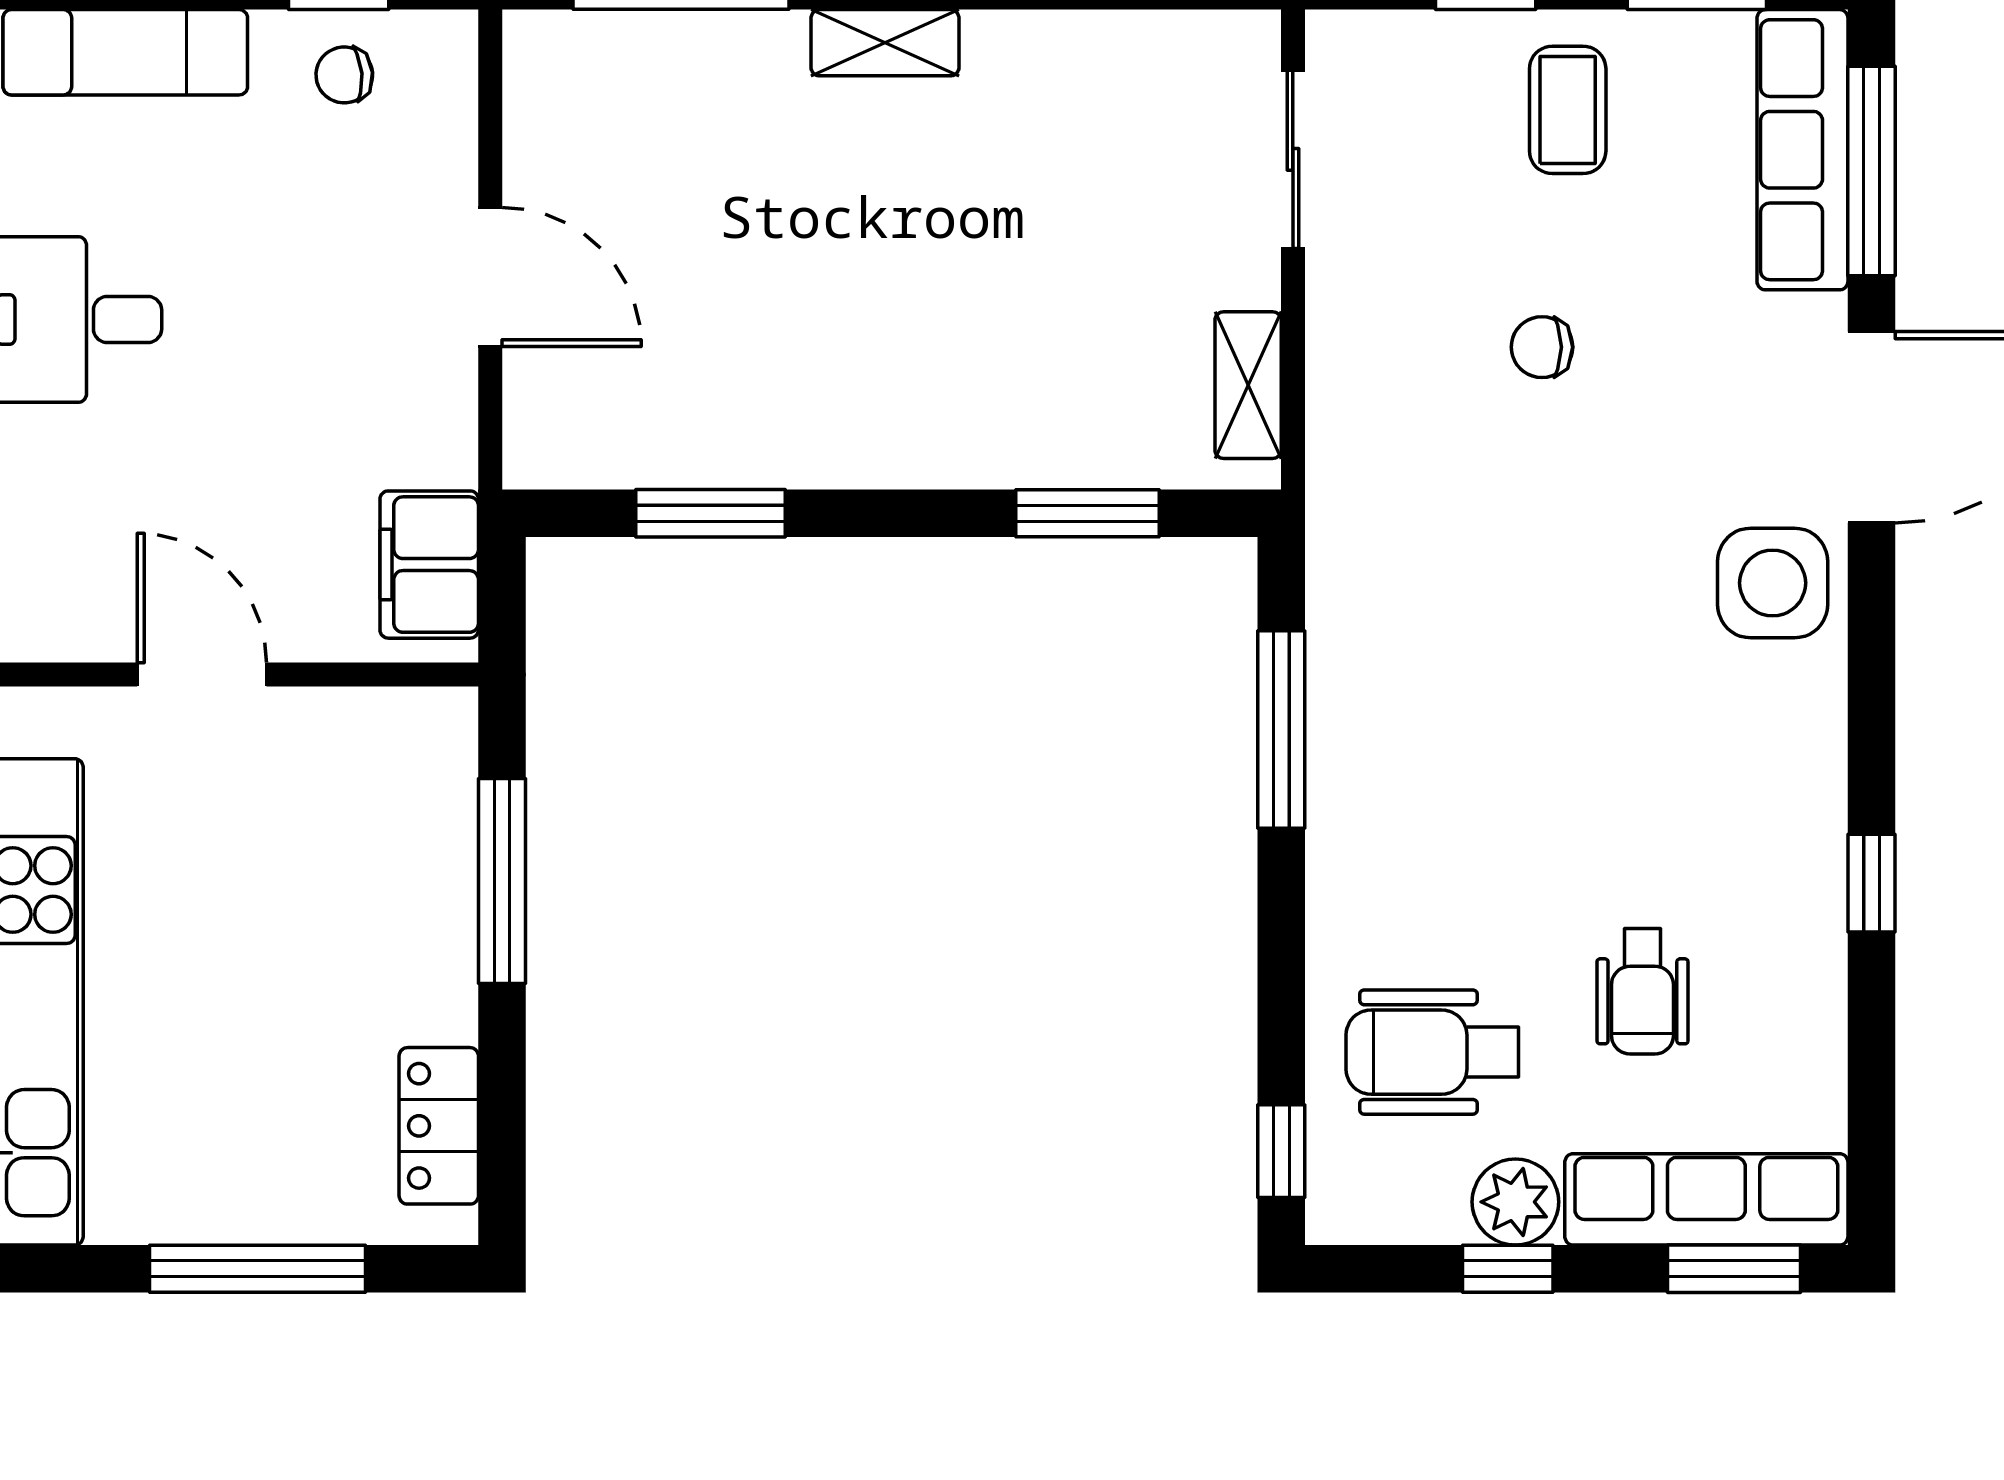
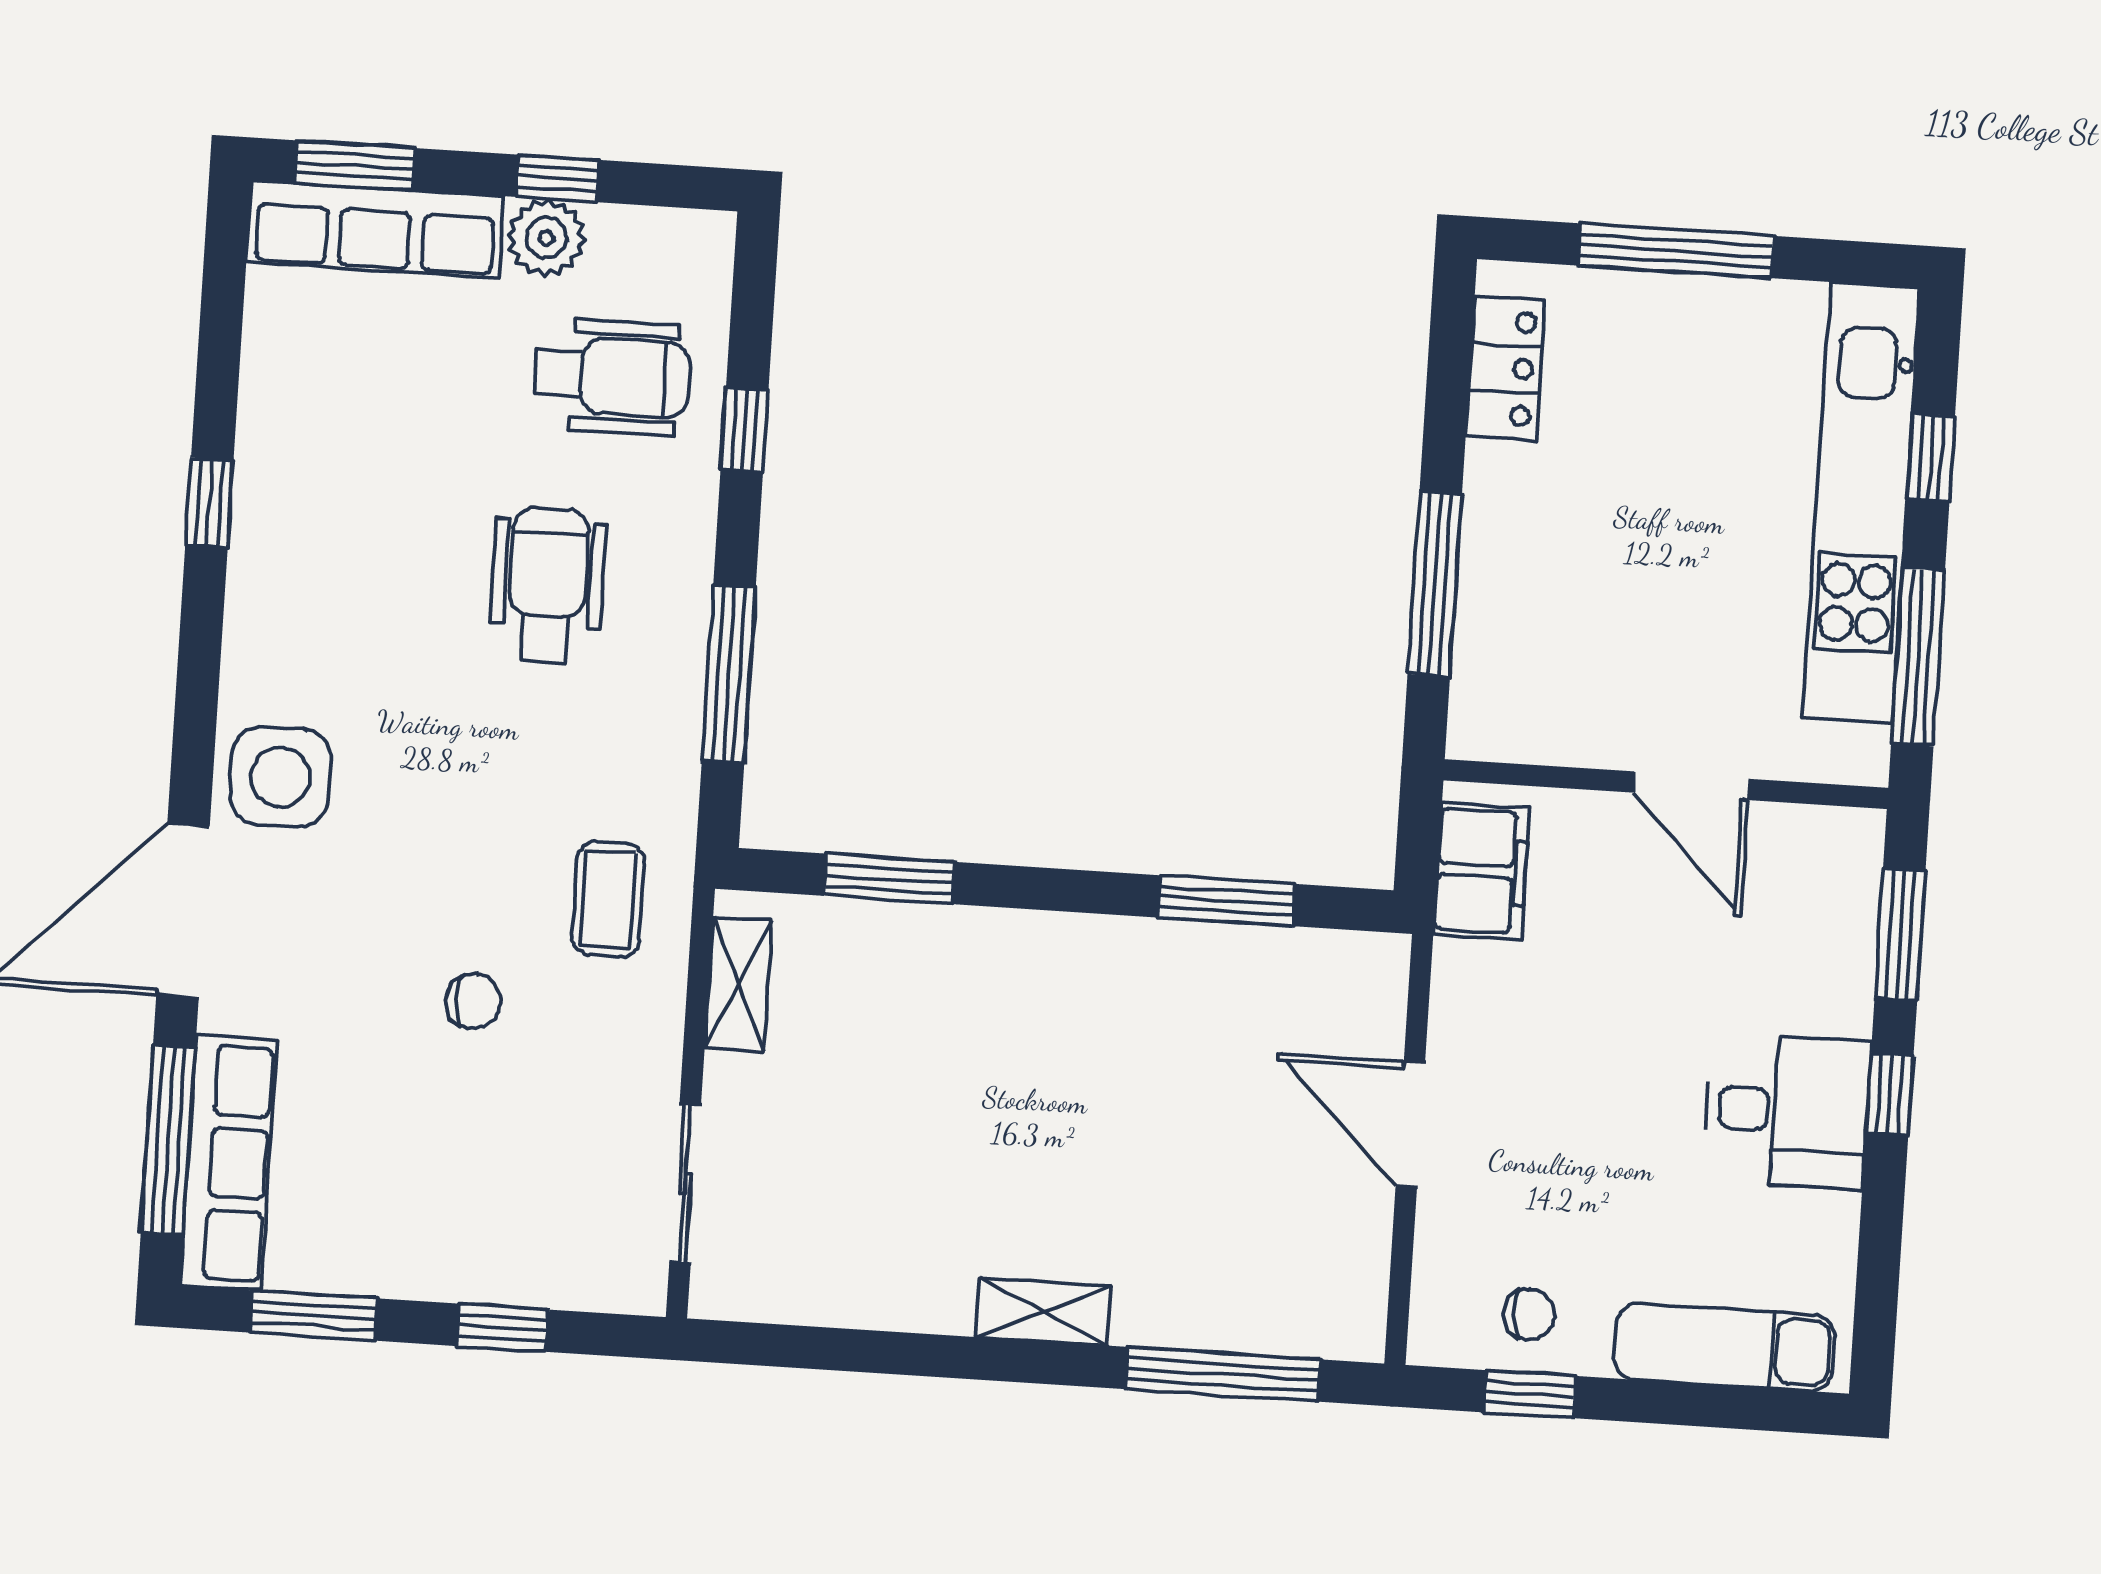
coffee table: (1568, 110) -> (608, 899), moved
wheelchair: (1642, 991) -> (548, 586), moved, width x1.36, depth x1.37
window: (1281, 1151) -> (745, 430), moved

